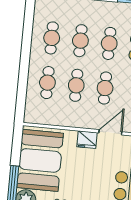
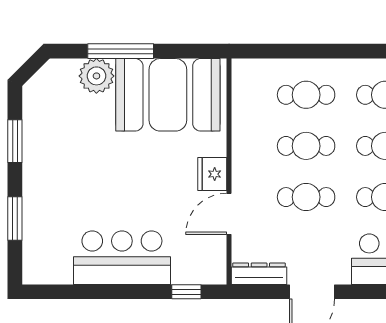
door: (110, 132) -> (229, 214), swing flipped

